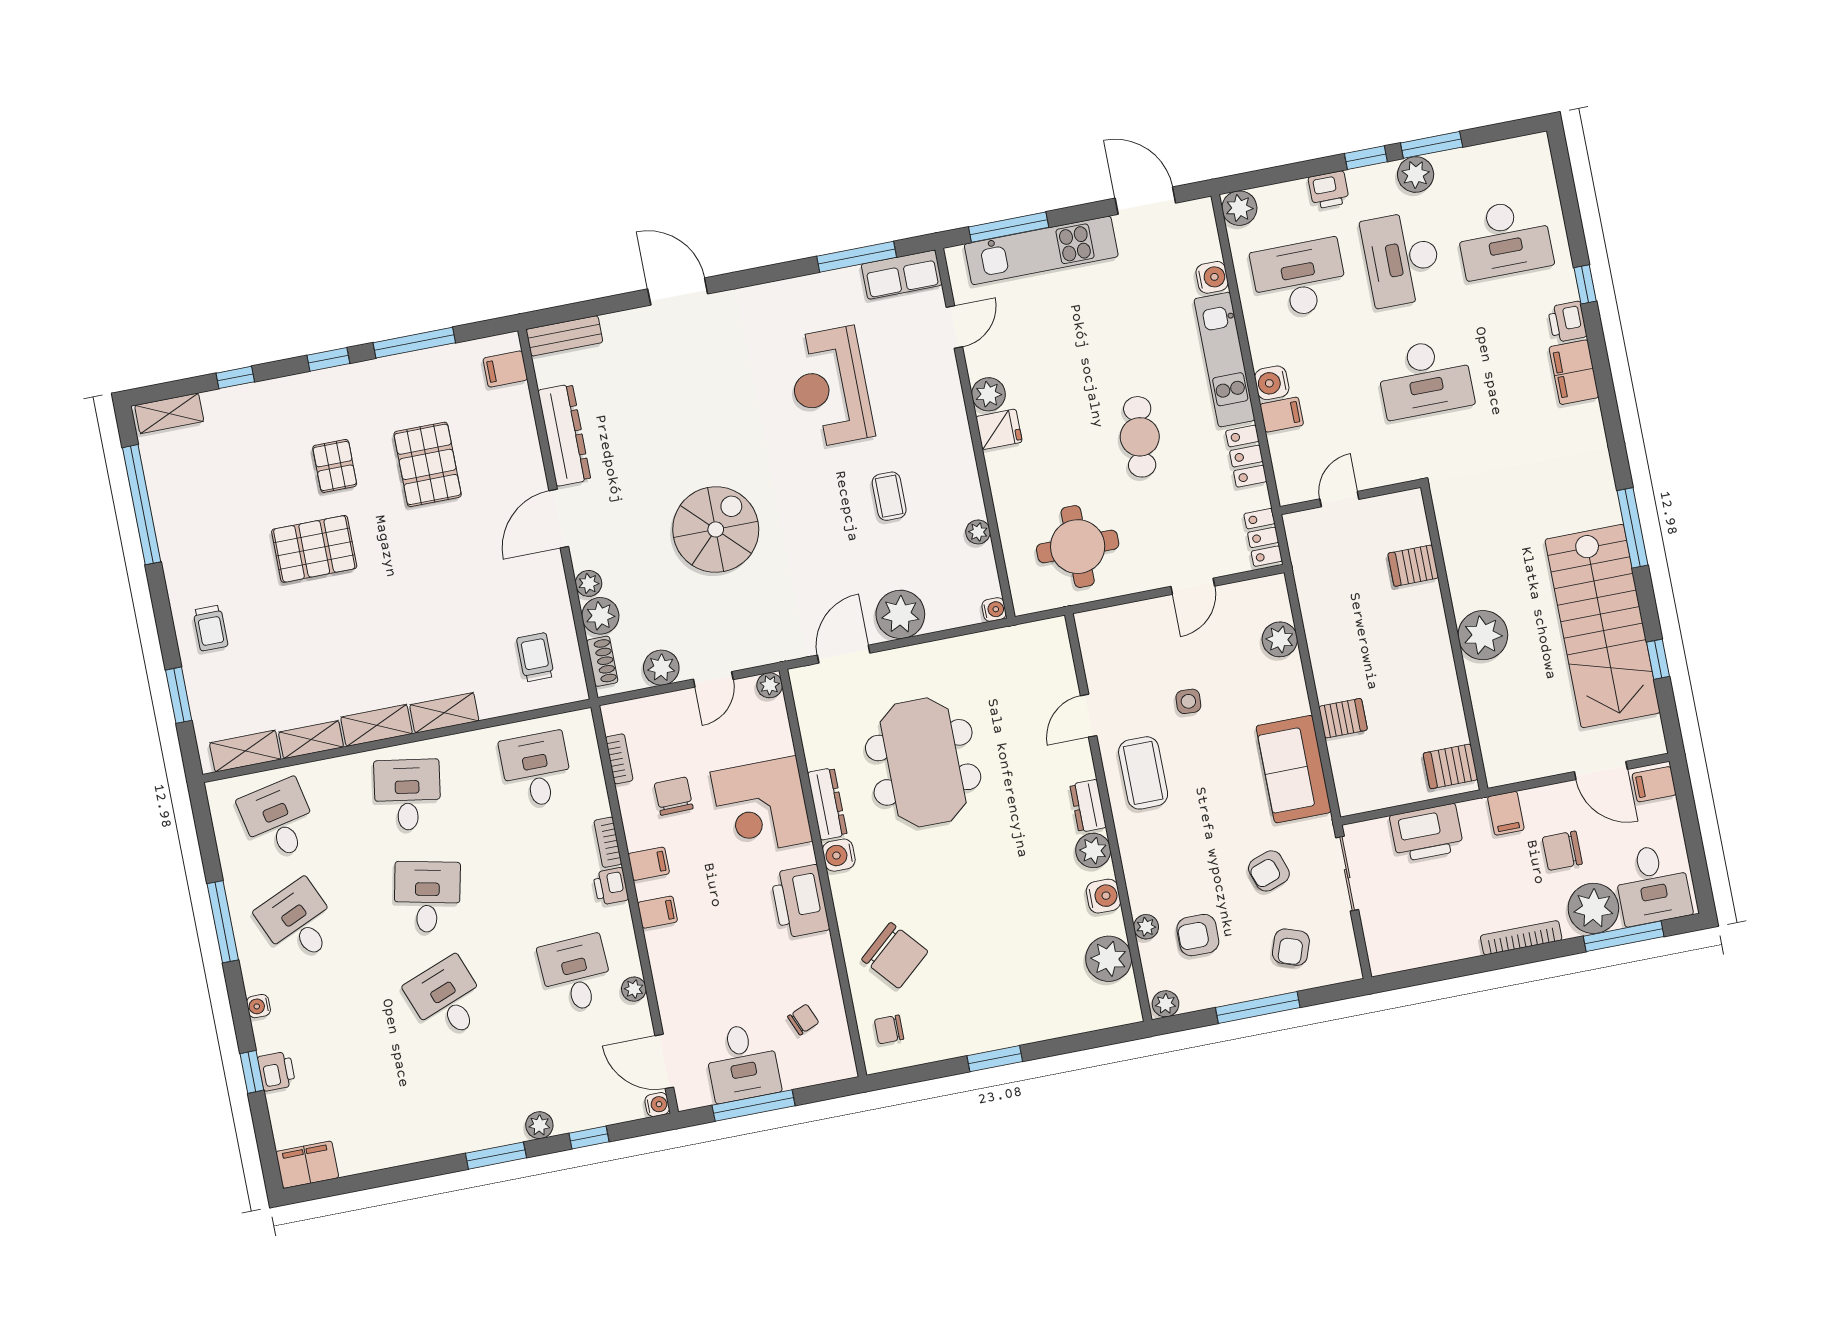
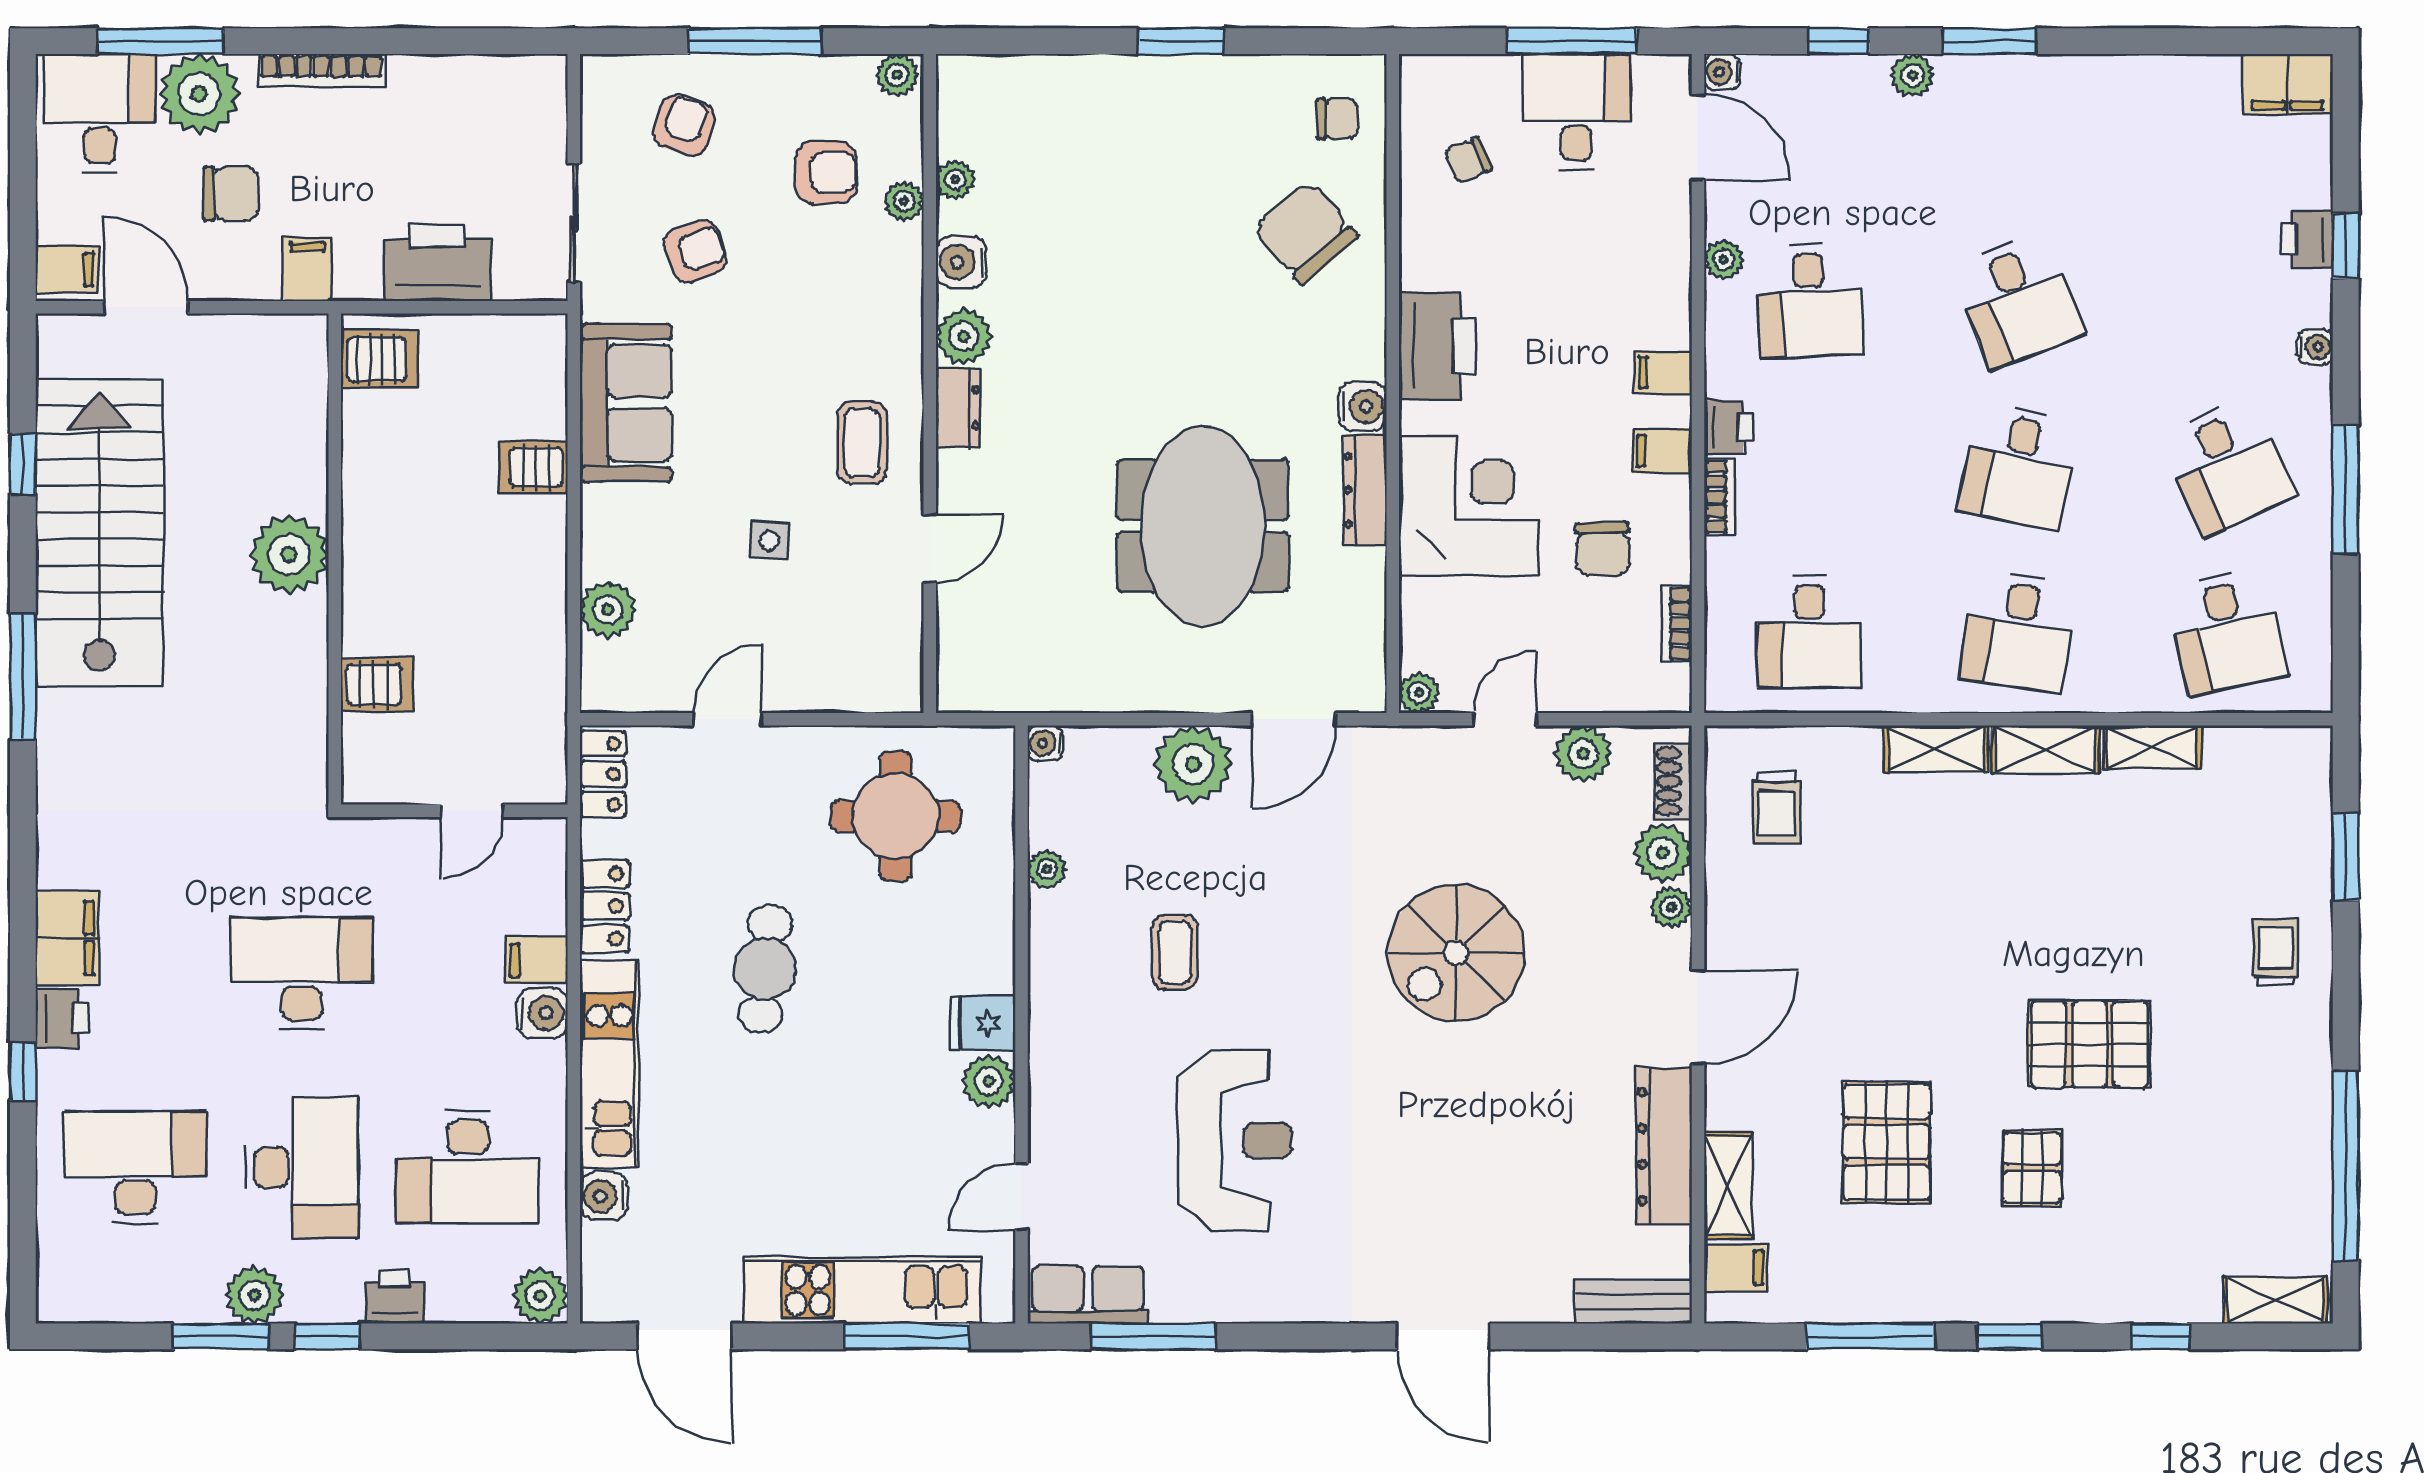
shelving: (245, 751) -> (1728, 1186), moved, turned 90
coffee table: (1143, 773) -> (862, 443), width x0.73, depth x0.77
plant: (1109, 959) -> (955, 180), width x0.53, depth x0.53

